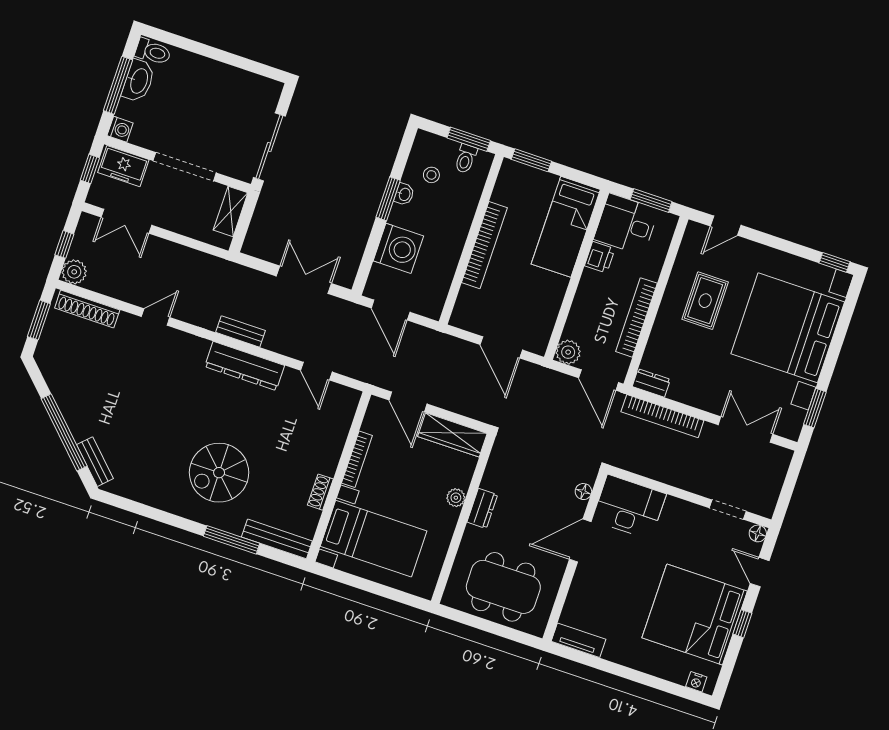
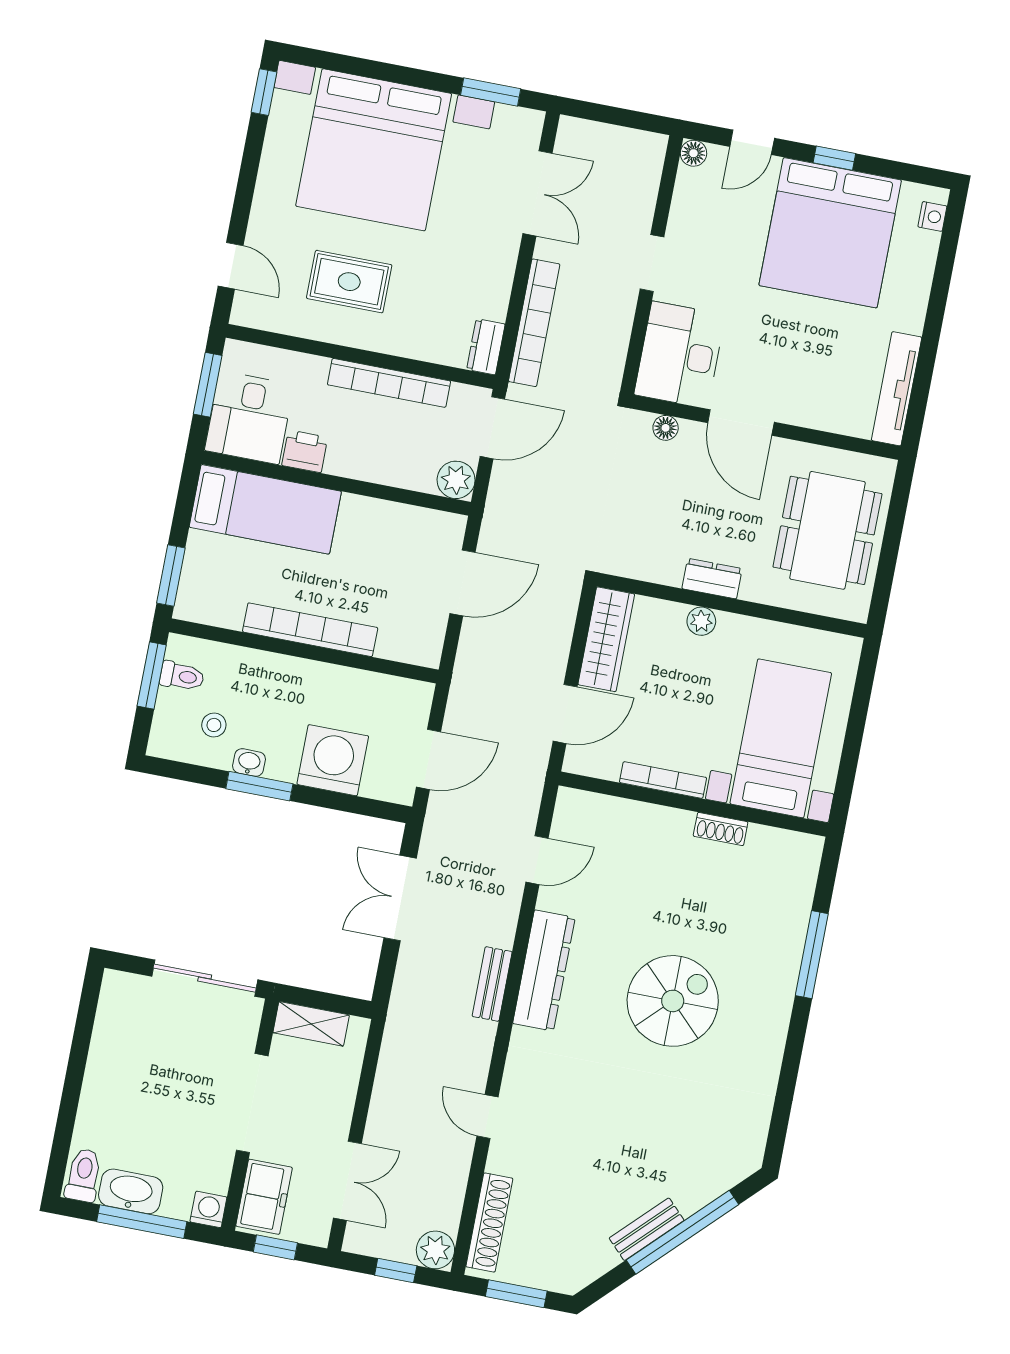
double door: (746, 430) -> (538, 193), swing flipped
bench: (95, 462) -> (647, 1229), moved
spiral stairs: (219, 473) -> (673, 1001), moved, turned -90
doorway: (728, 510) -> (652, 263), moved
bench: (277, 539) -> (801, 886), removed
tv unit: (579, 640) -> (897, 389), width x1.41

